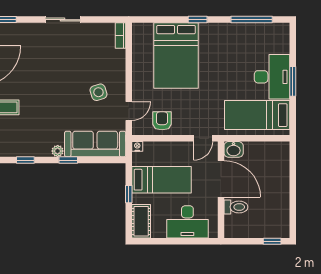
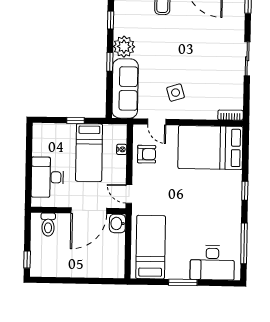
bed: (176, 56) -> (210, 147), moved
desk: (272, 77) -> (212, 263), moved
nightstand: (137, 146) -> (122, 149), moved
plant: (58, 151) -> (124, 47), width x1.88, depth x1.88
toilet: (236, 207) -> (48, 225), moved
cot: (141, 221) -> (49, 132), removed

